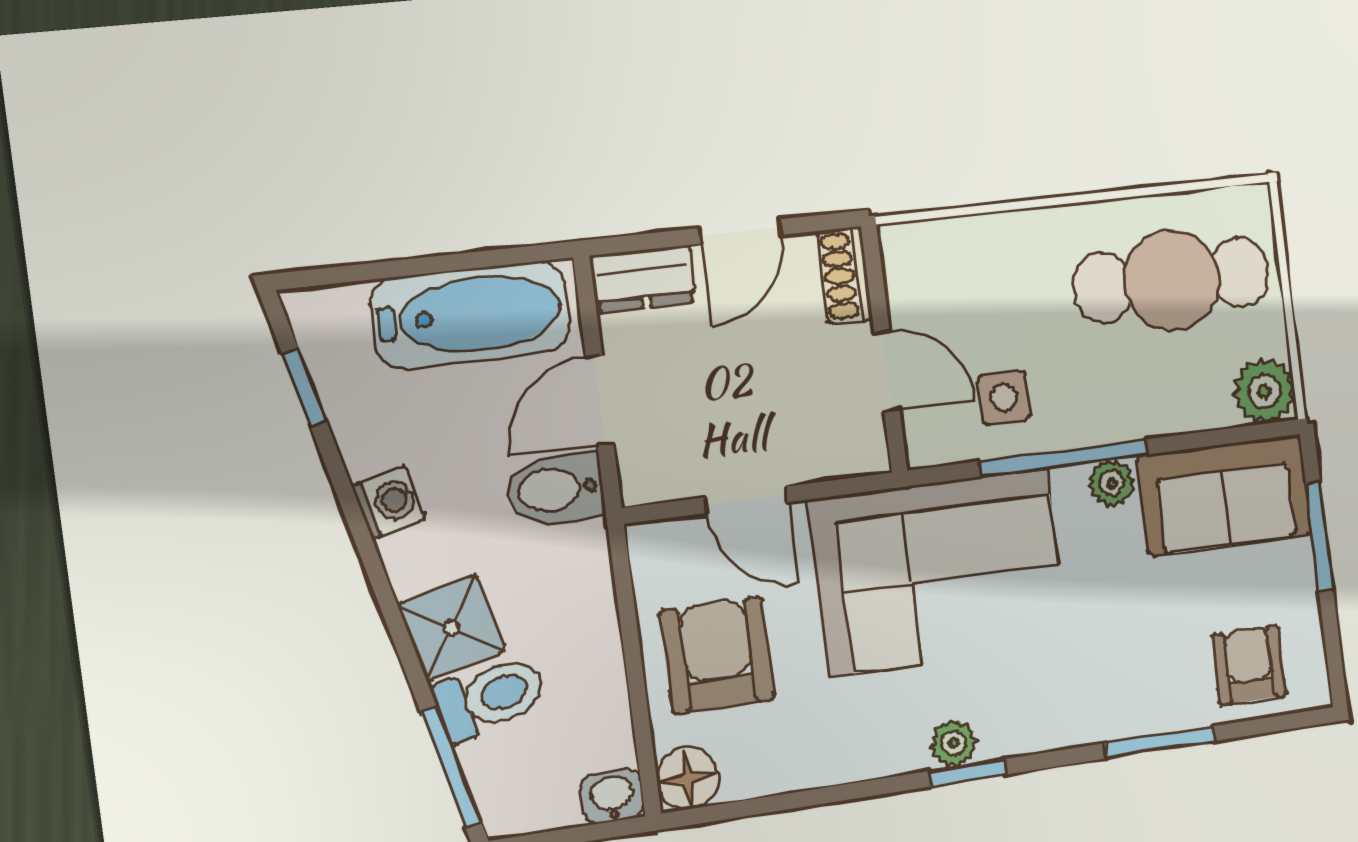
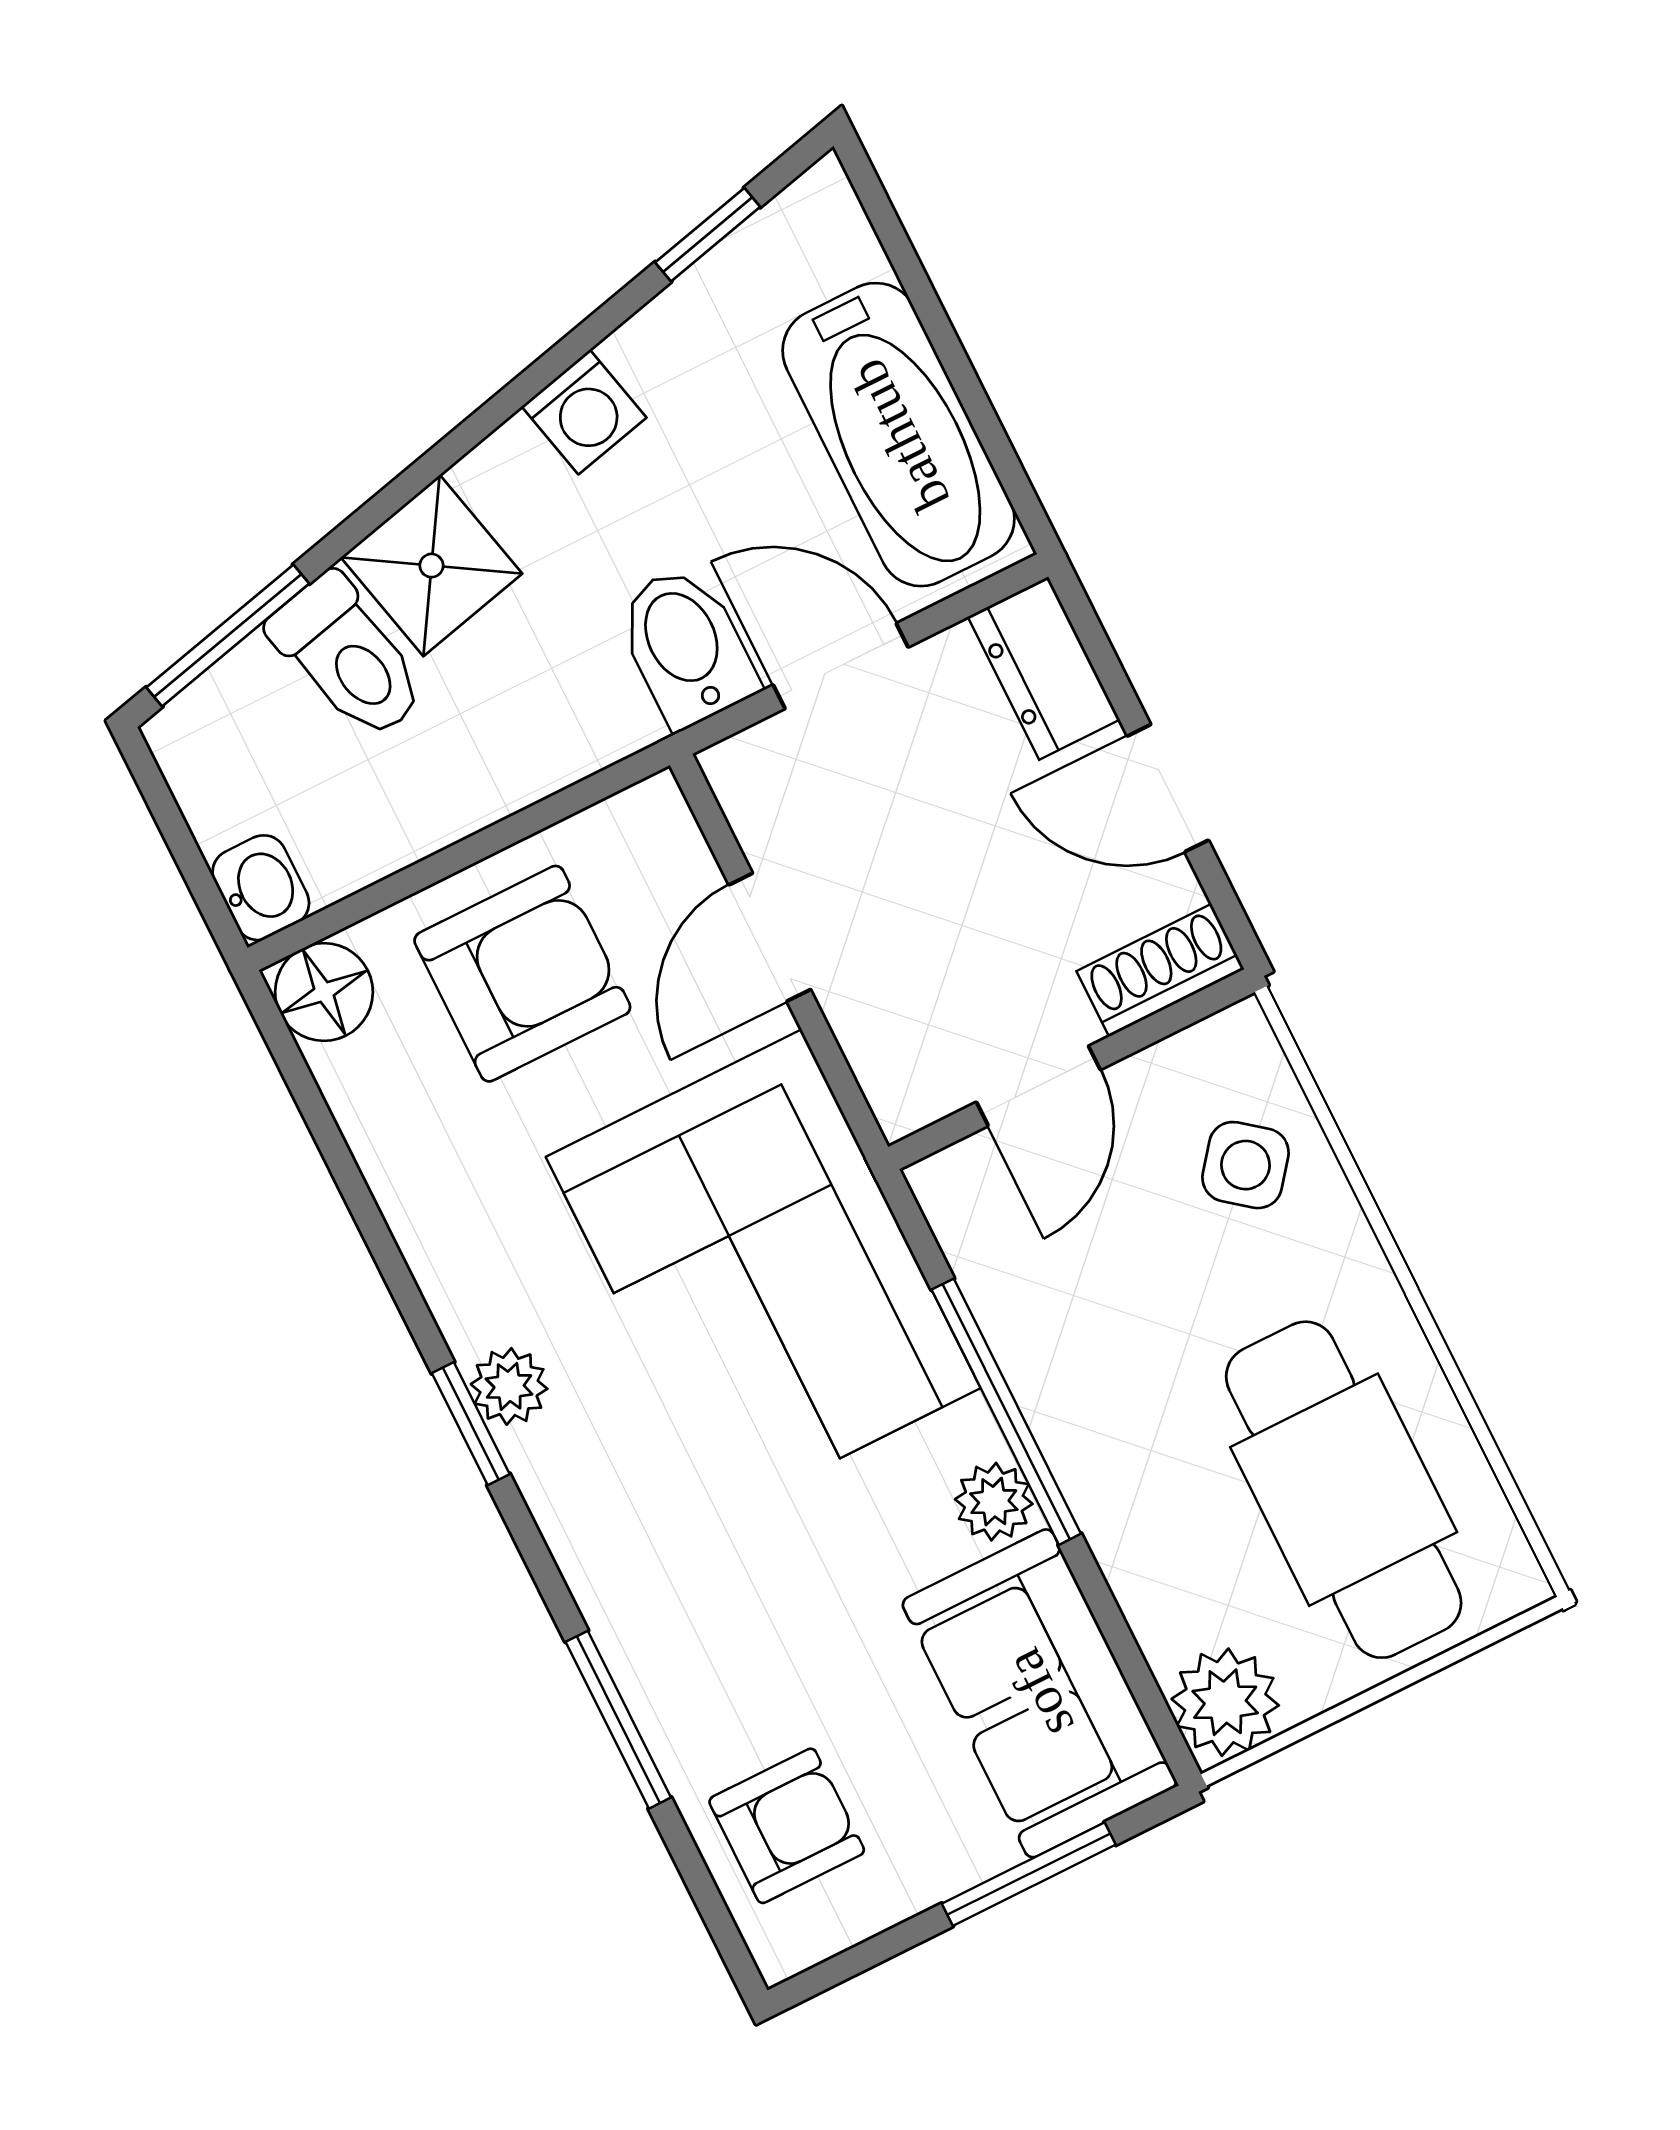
side table: (1004, 397) -> (1245, 1165), moved, turned 38

